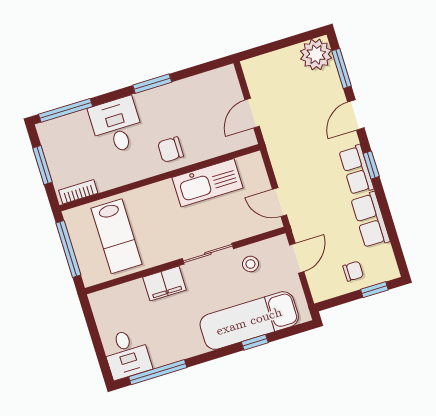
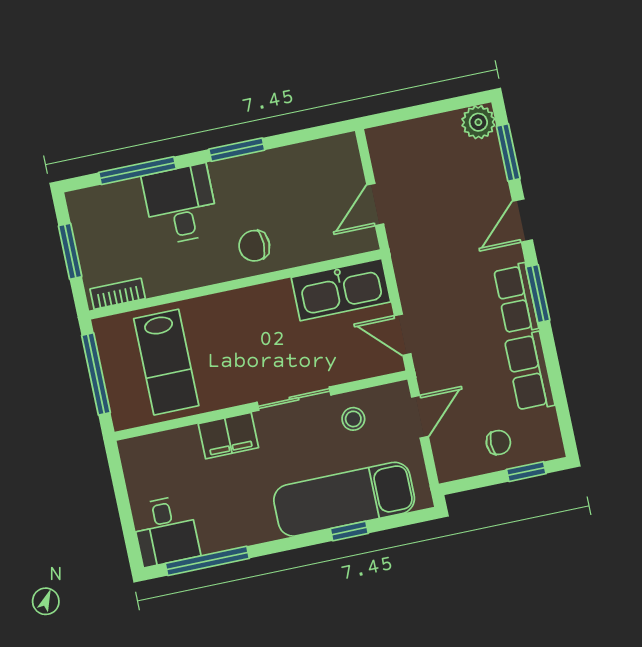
plant: (316, 55) -> (478, 122), width x0.73, depth x0.73
window: (66, 110) -> (137, 171), moved
window: (371, 165) -> (538, 294), width x1.50
kitchen sink: (208, 183) -> (341, 290), moved

